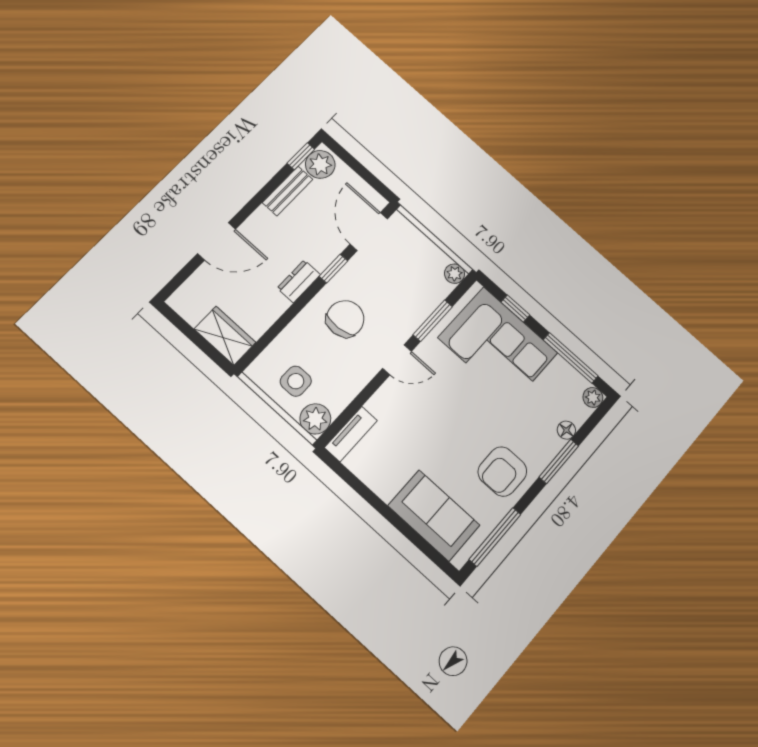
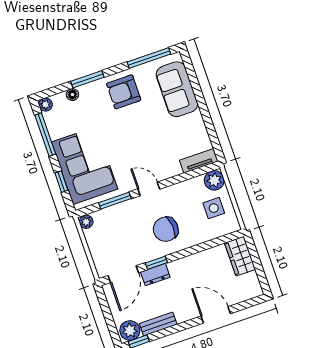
dresser: (299, 281) -> (155, 275), moved
armchair: (502, 472) -> (124, 92), turned 180

